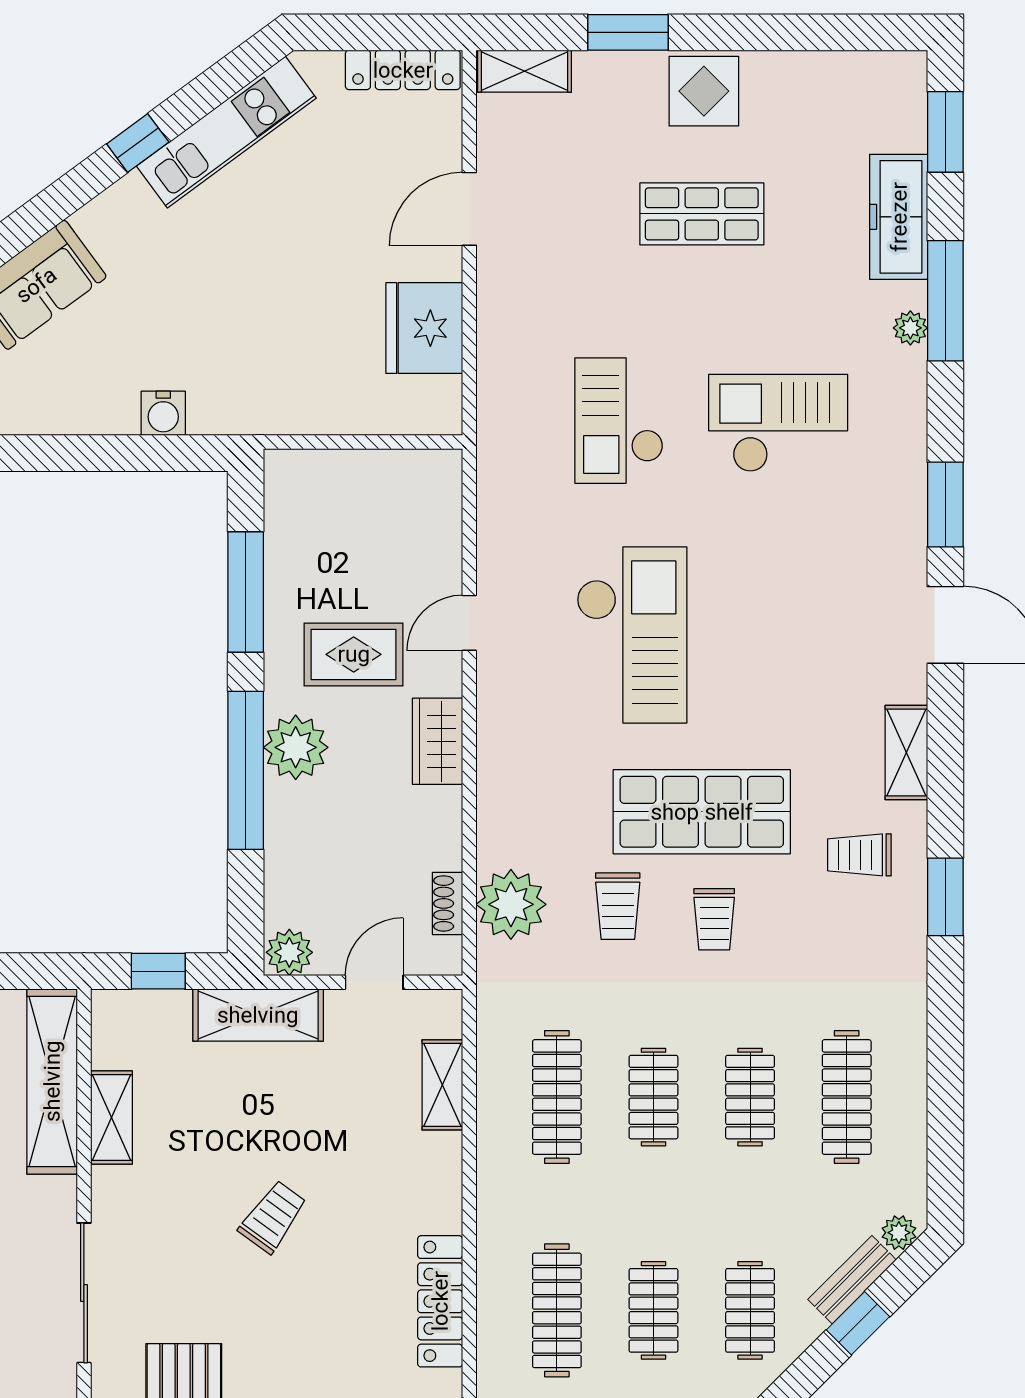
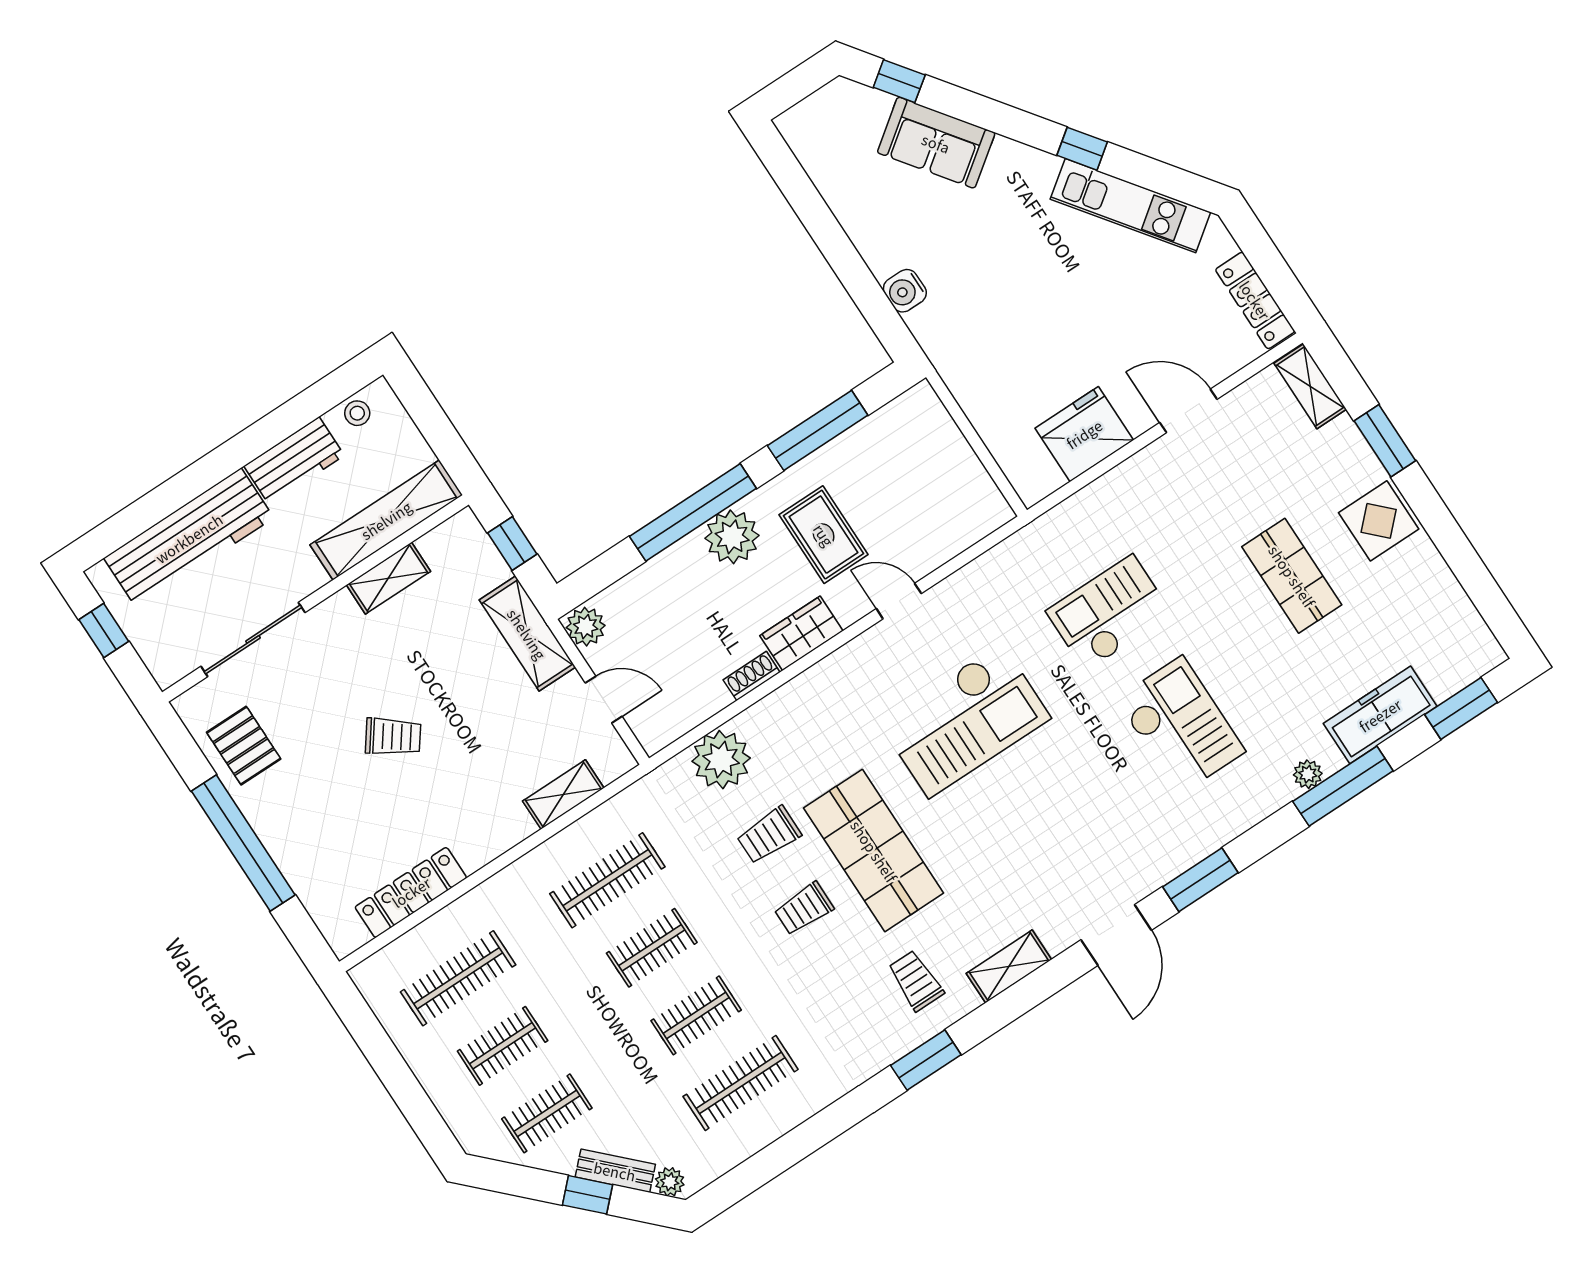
shoe rack: (448, 903) -> (752, 676), moved

